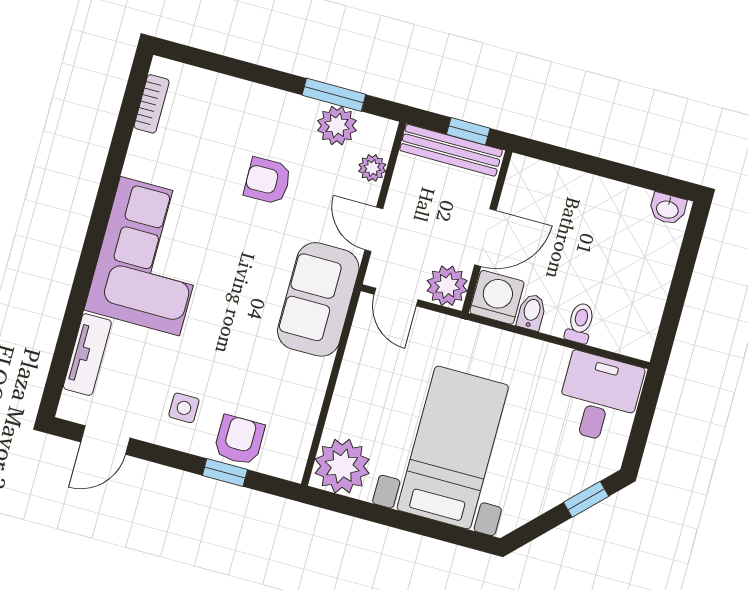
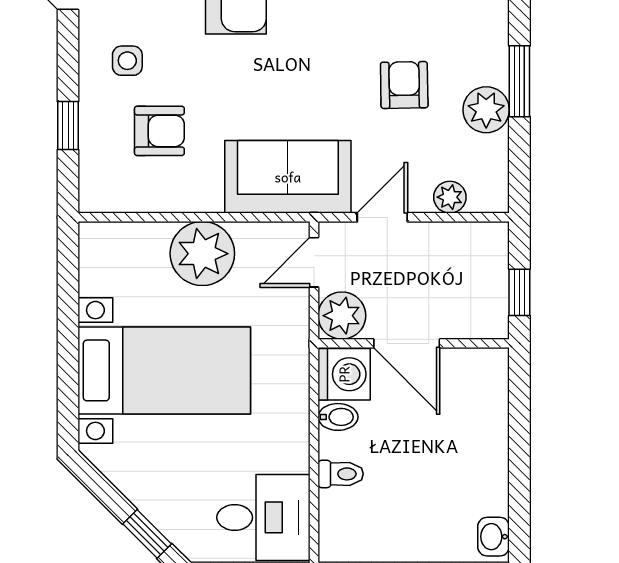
window: (334, 95) -> (519, 81), moved
plant: (337, 126) -> (486, 110), moved
bench: (451, 150) -> (493, 279), removed
armchair: (239, 440) -> (159, 131), moved
plant: (342, 466) -> (202, 254), moved

